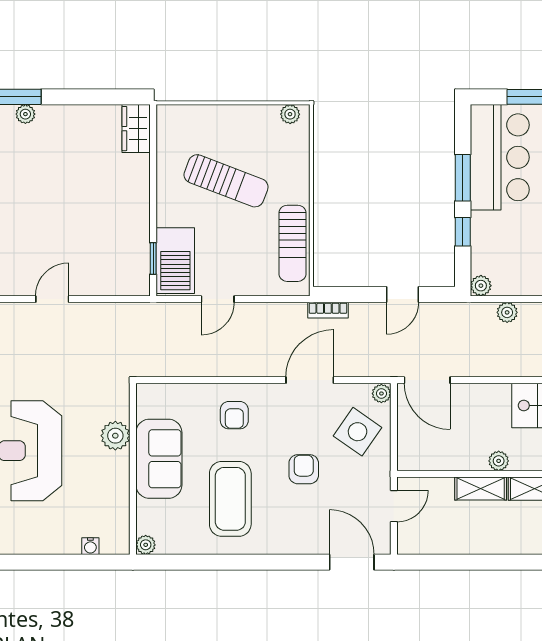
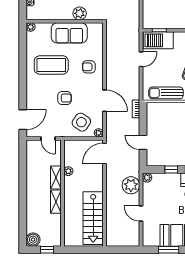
door: (218, 299) -> (141, 59), swing flipped
plant: (507, 312) -> (131, 185), width x1.87, depth x1.87
plant: (499, 461) -> (68, 171), moved

